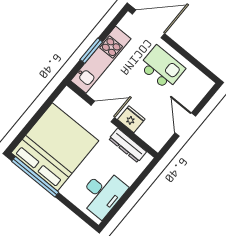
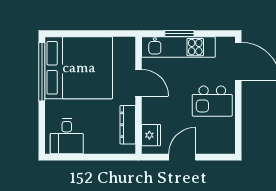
kitchen island: (162, 68) -> (212, 101), turned 90
fridge: (131, 119) -> (151, 135), moved
desk: (102, 193) -> (67, 136), width x0.73

